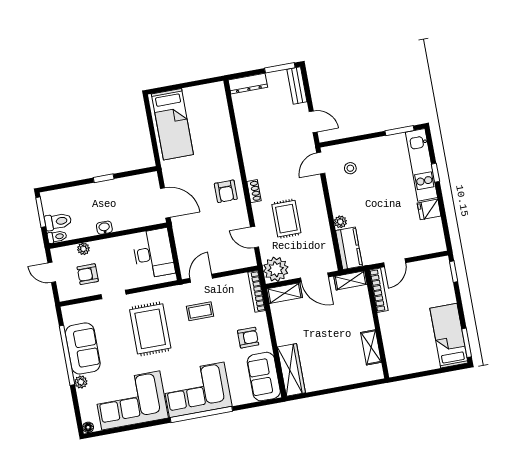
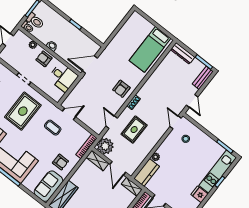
bed: (172, 124) -> (150, 49), moved
door: (321, 163) -> (176, 122), hinge flipped
door: (165, 203) -> (90, 65), swing flipped
desk: (153, 253) -> (63, 77), width x0.73
armchair: (88, 274) -> (44, 59), moved

